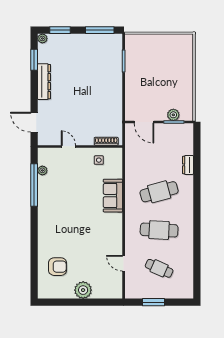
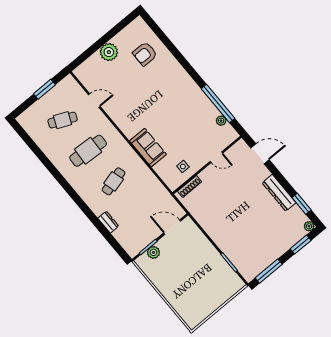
cafe table: (159, 192) -> (114, 181), width x0.73, depth x0.74

